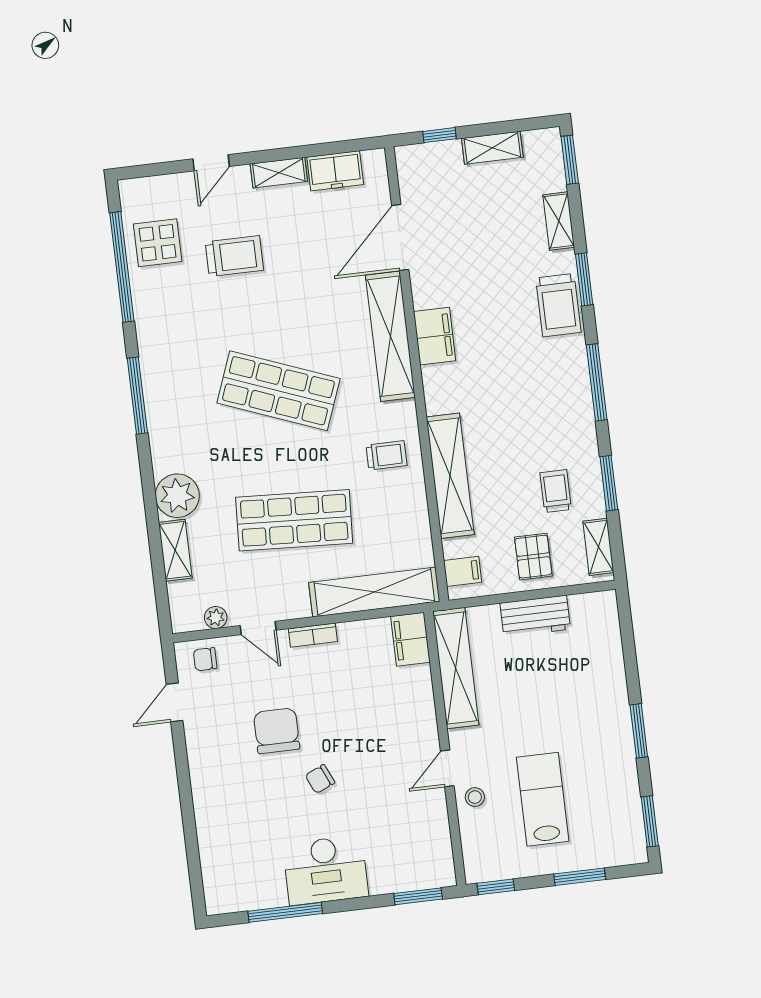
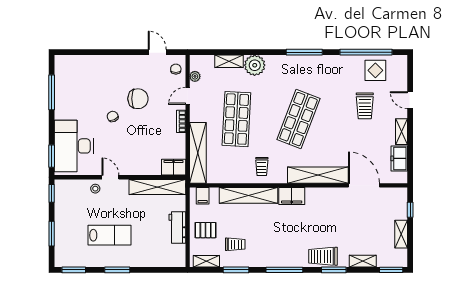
filing cabinet: (435, 336) -> (292, 196), moved
lab bench: (543, 799) -> (110, 235), moved
desk: (326, 870) -> (74, 146), moved, width x1.36, depth x1.30

